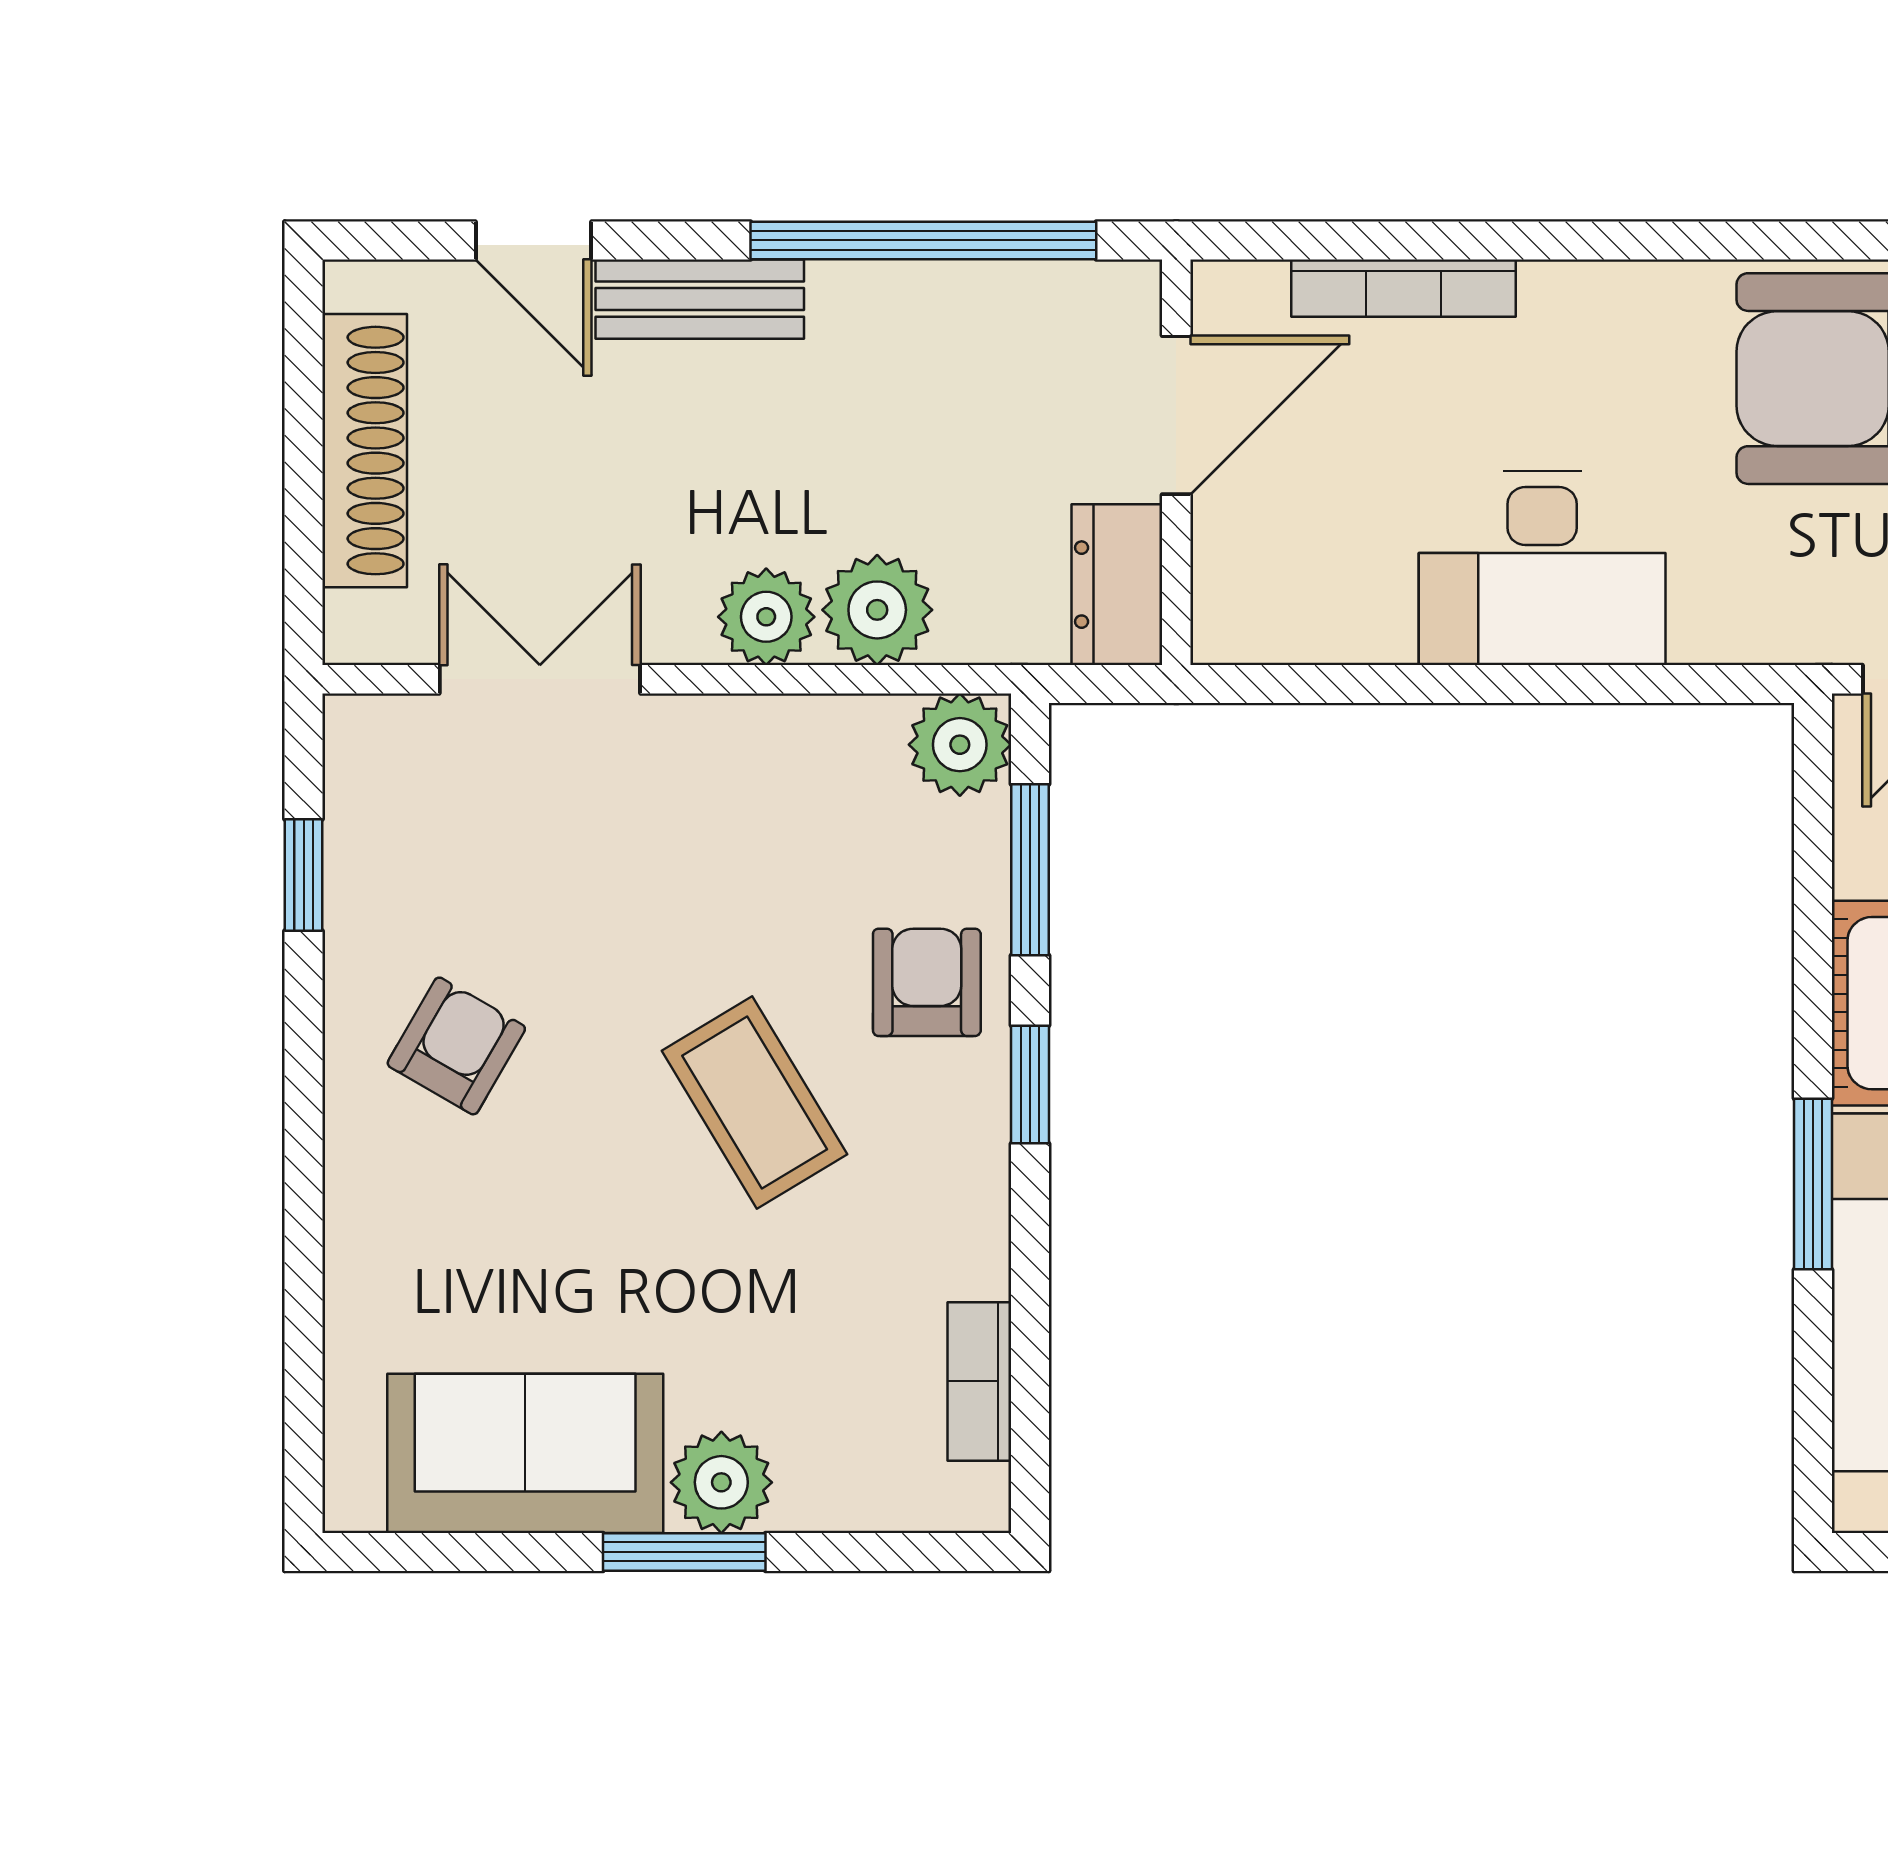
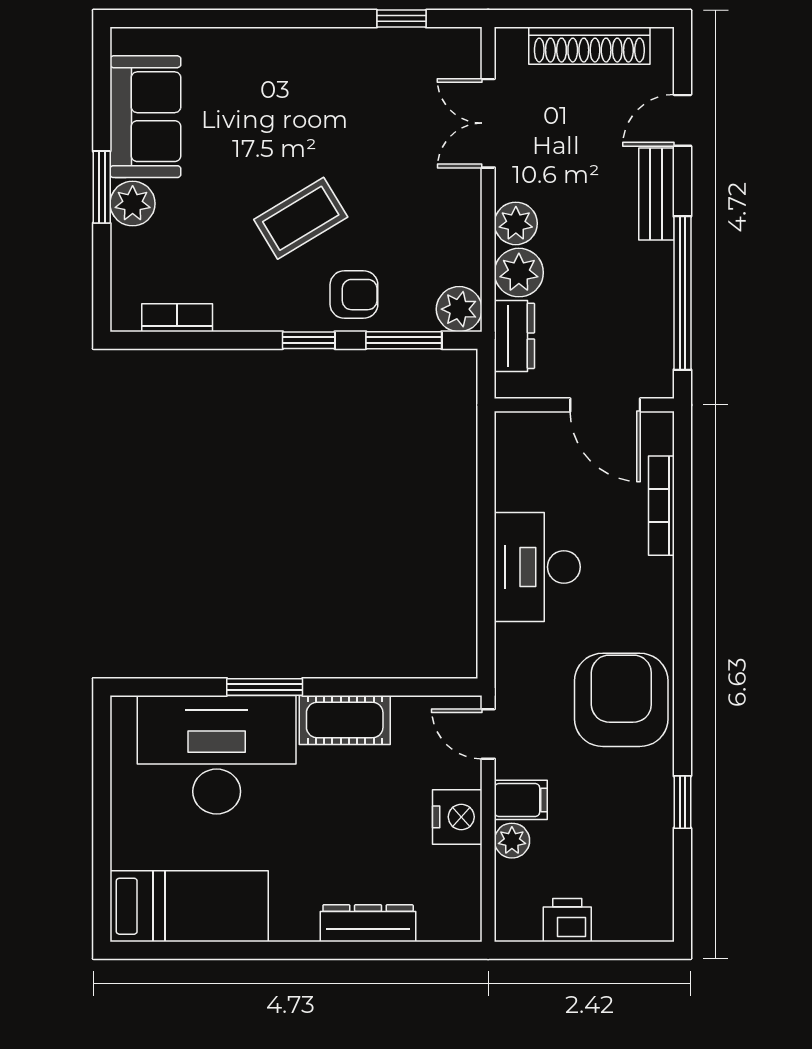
dresser: (1117, 585) -> (514, 336), moved, turned 90
double door: (540, 679) -> (488, 123), swing flipped
armchair: (456, 1046) -> (326, 86), removed

